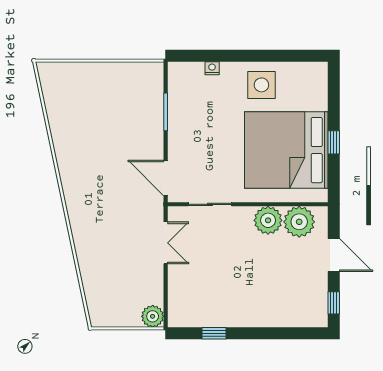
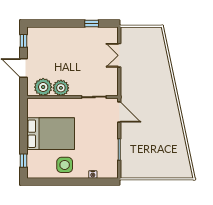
window: (334, 142) -> (23, 161), moved
bed: (286, 150) -> (51, 134), width x0.73
double door: (166, 243) -> (119, 55), moved
plant: (153, 316) -> (127, 33), removed

